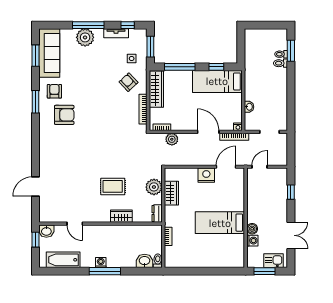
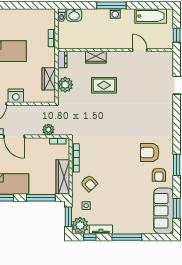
plant: (85, 37) -> (80, 225), moved
washbasin: (46, 231) -> (166, 43), removed

